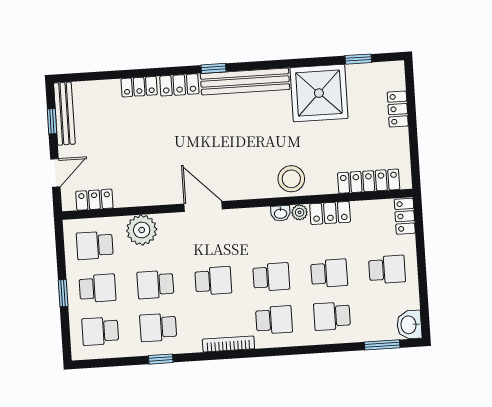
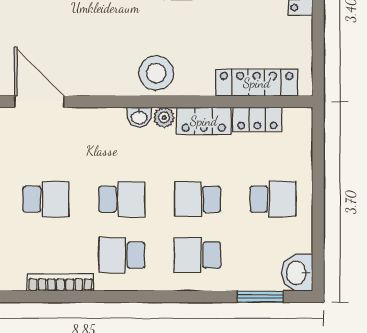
locker: (405, 216) -> (257, 119), moved, turned -90
school desk: (329, 273) -> (197, 199), turned 180
school desk: (274, 320) -> (122, 255), turned 180

